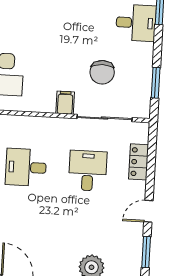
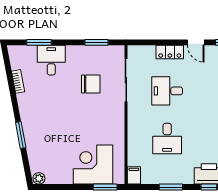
filing cabinet: (65, 103) -> (116, 111), removed
locker: (139, 162) -> (170, 52), moved

